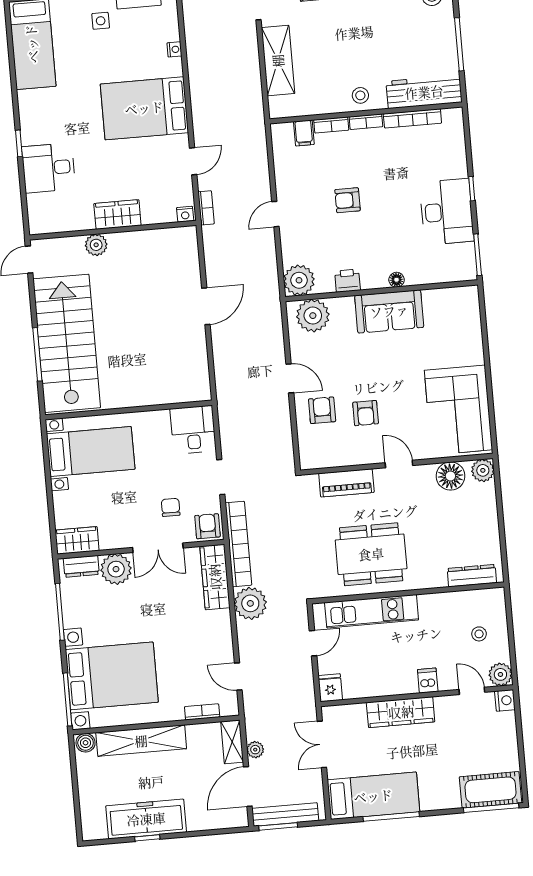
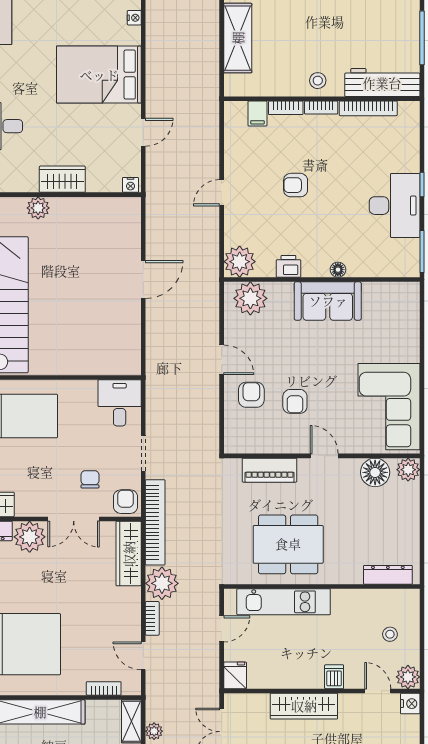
bookcase: (206, 208) -> (152, 618), moved

